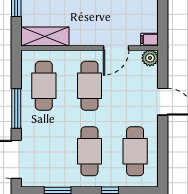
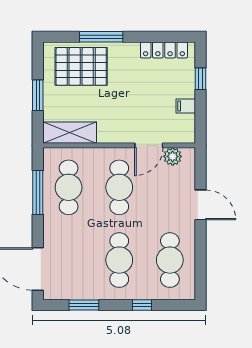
filing cabinet: (150, 40) -> (186, 106), moved
plant: (150, 58) -> (173, 156), moved
window: (16, 108) -> (38, 192), moved

